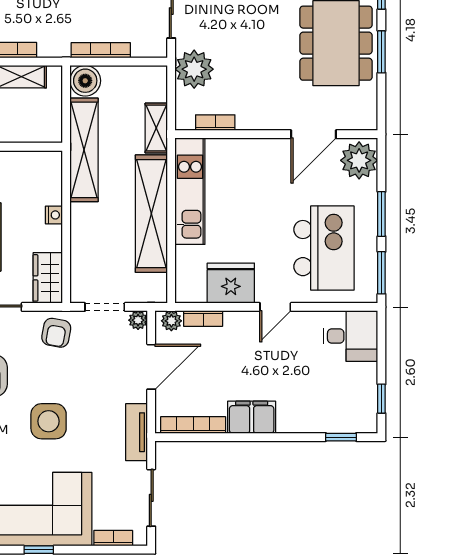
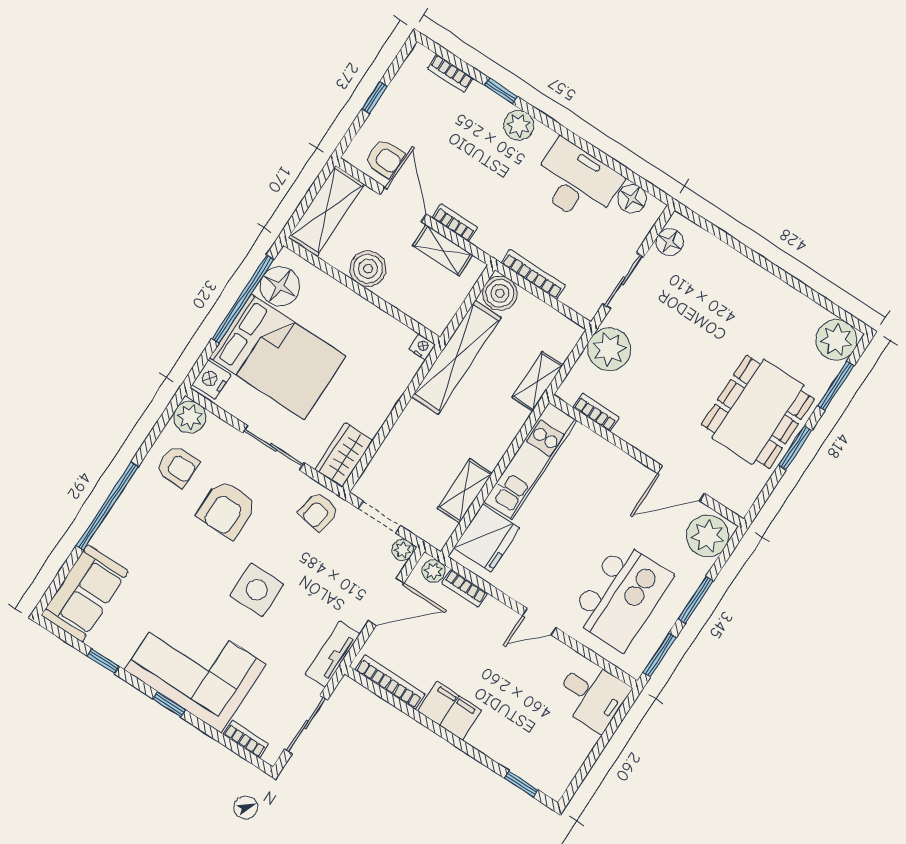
shelving: (151, 214) -> (465, 491), width x0.45, depth x0.75
nightstand: (54, 215) -> (422, 347), moved, turned -90
fridge: (231, 283) -> (487, 538), moved, turned 90
window: (381, 399) -> (583, 773), removed

